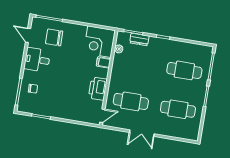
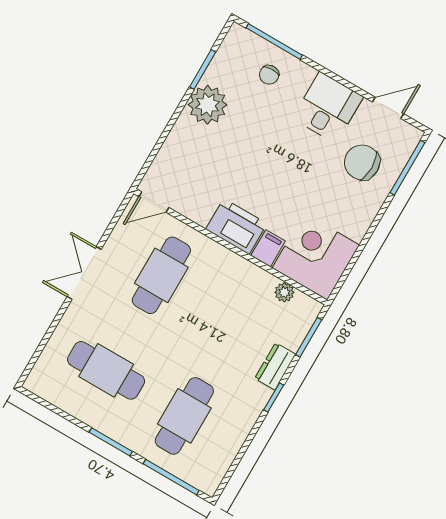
chair: (54, 37) -> (362, 162), turned -89
dresser: (139, 39) -> (275, 366), moved
printer: (98, 89) -> (236, 226), moved
plant: (55, 109) -> (208, 105), added
cafe table: (178, 109) -> (106, 370), turned 90
door: (102, 116) -> (154, 202), hinge flipped

